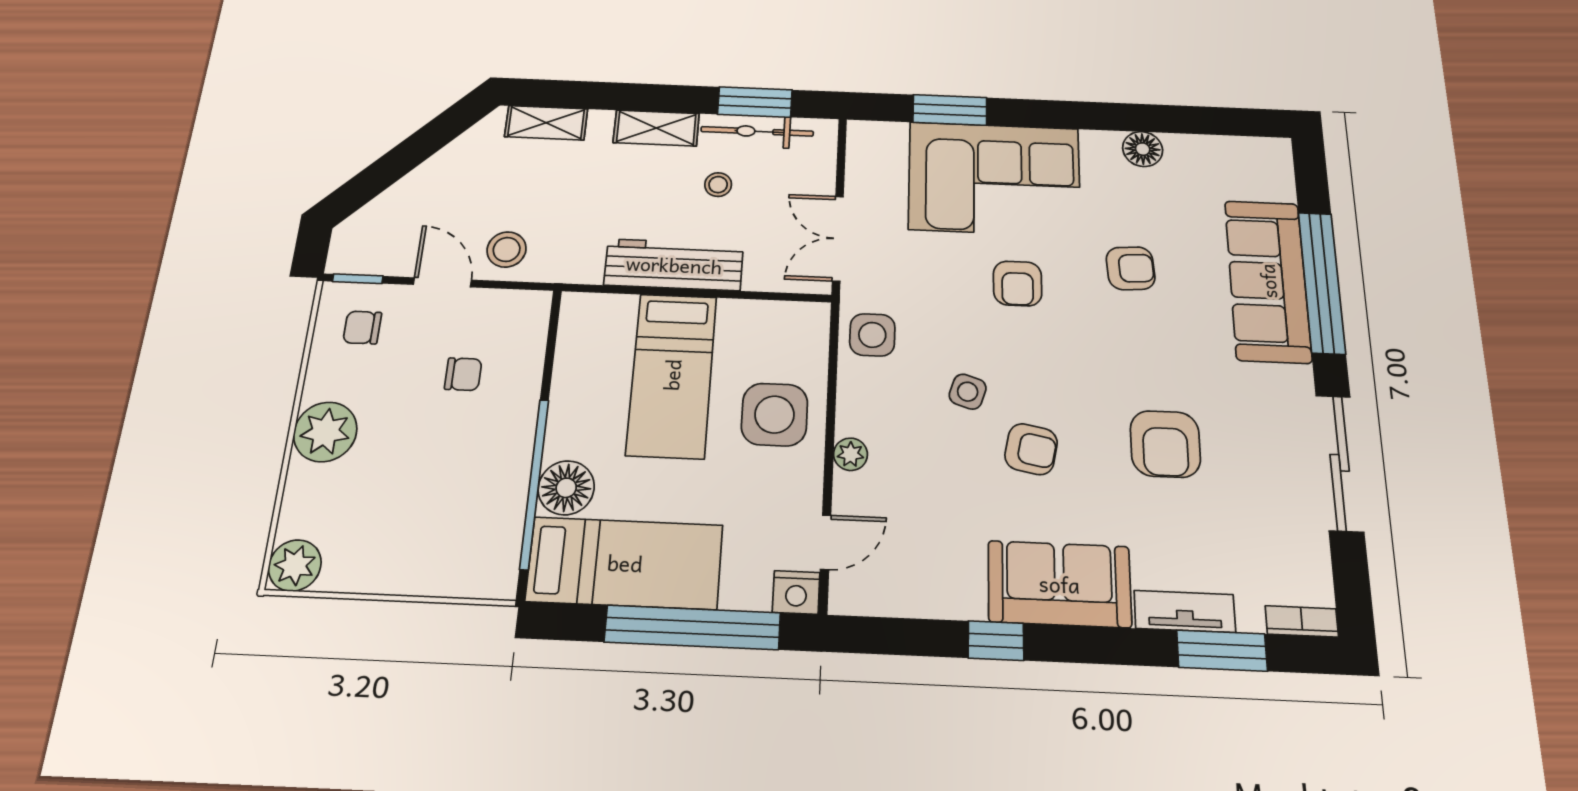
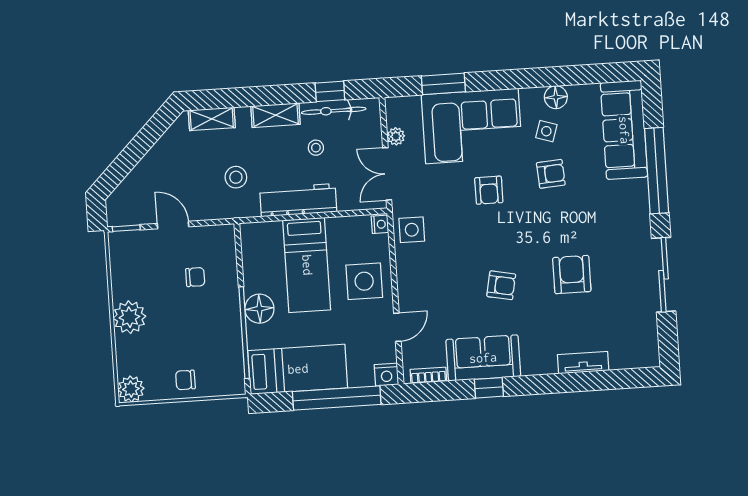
window: (755, 102) -> (330, 91), width x0.67
stool: (507, 250) -> (236, 177), moved
sofa: (1268, 281) -> (624, 130), moved
nightstand: (815, 320) -> (380, 224), added
chair: (362, 328) -> (185, 380), moved
side table: (968, 392) -> (546, 131), moved
armchair: (1165, 444) -> (572, 275), turned 180
plant: (851, 454) -> (396, 136), moved
floor lamp: (566, 488) -> (259, 309), moved
door: (826, 542) -> (397, 327), moved
sofa: (1059, 584) -> (483, 358), moved
bookcase: (1302, 621) -> (428, 375), moved
window: (1222, 651) -> (602, 380), removed

